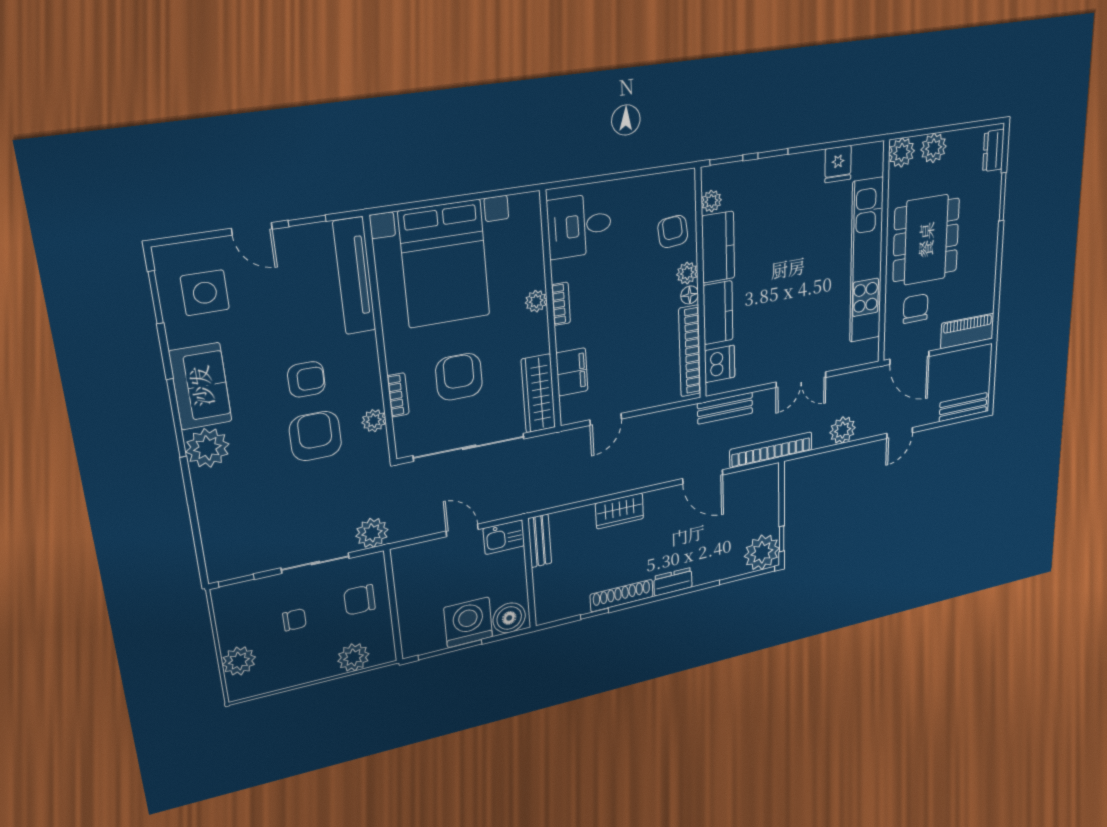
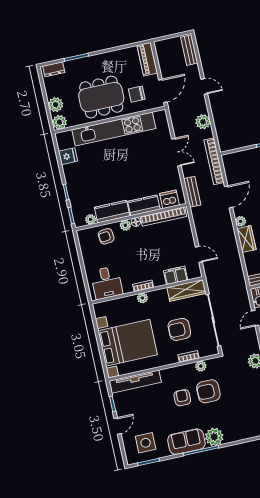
plant: (654, 500) -> (241, 221), added

